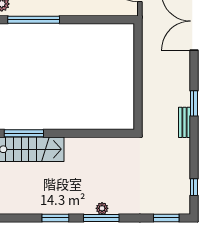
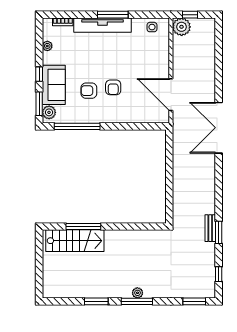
window: (194, 103) -> (219, 232), moved
bench: (184, 122) -> (210, 228), moved
window: (24, 133) -> (83, 227), moved

